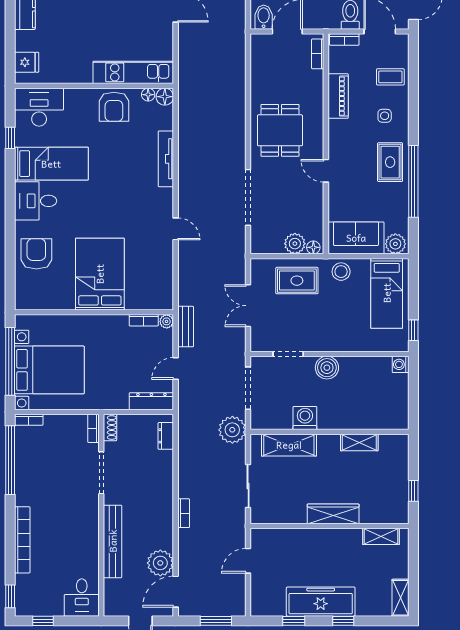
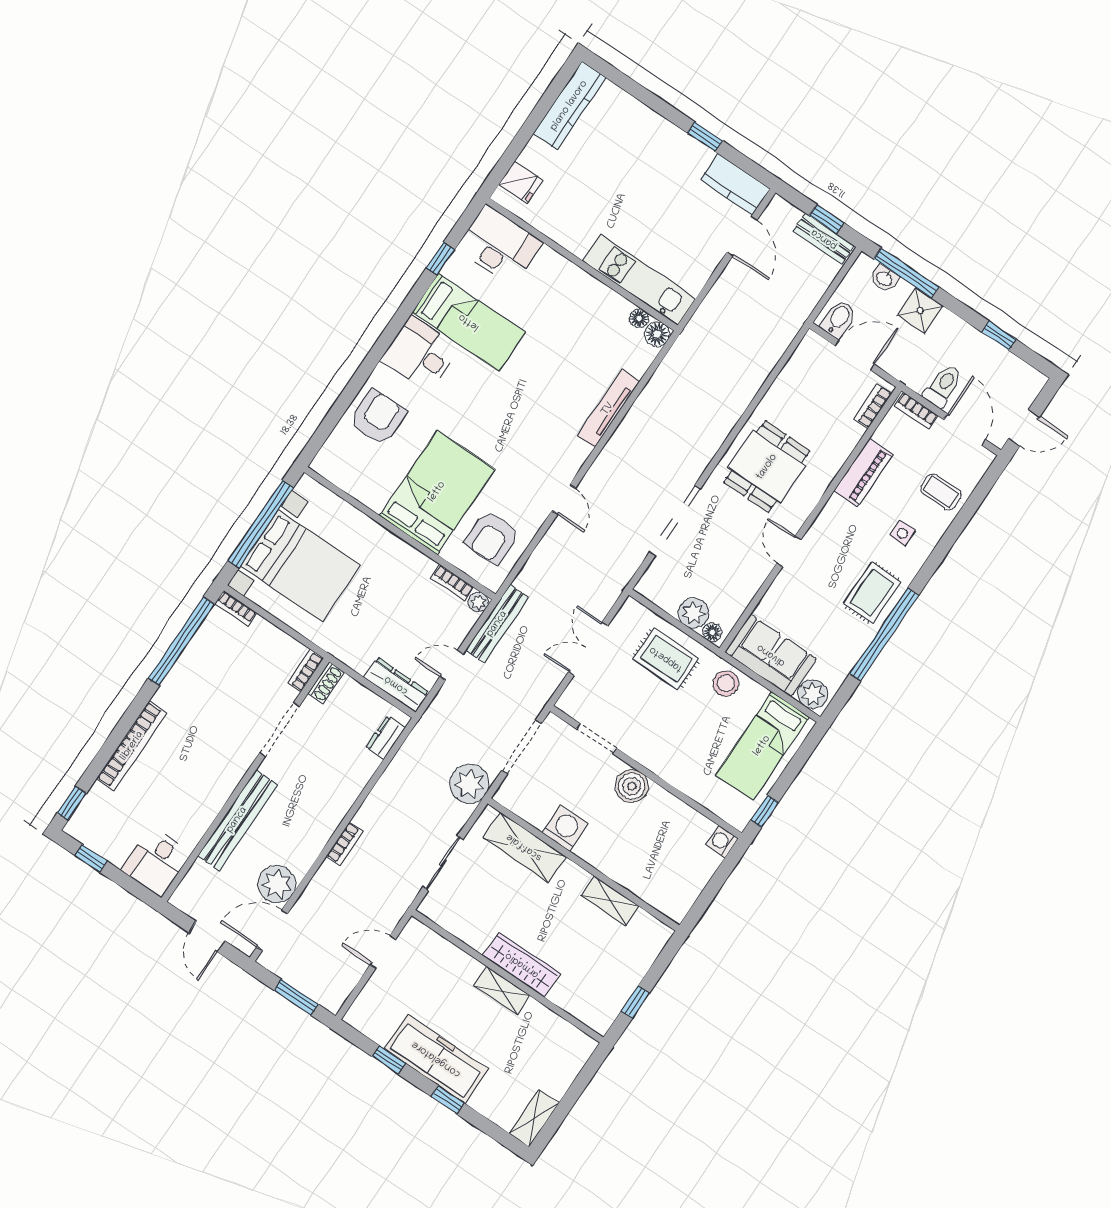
armchair: (114, 107) -> (492, 538), moved
bench: (186, 327) -> (497, 624), width x1.36
shelving: (381, 536) -> (502, 991), moved

